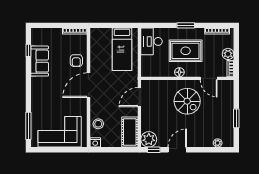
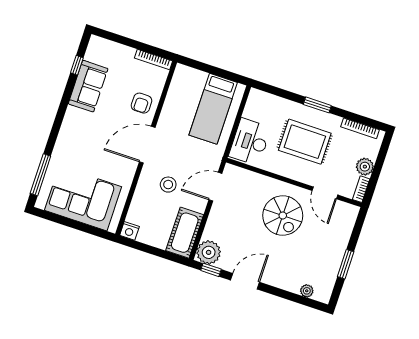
desk: (152, 41) -> (250, 142), moved
floor lamp: (179, 72) -> (285, 170), removed
stool: (98, 124) -> (168, 185), moved

